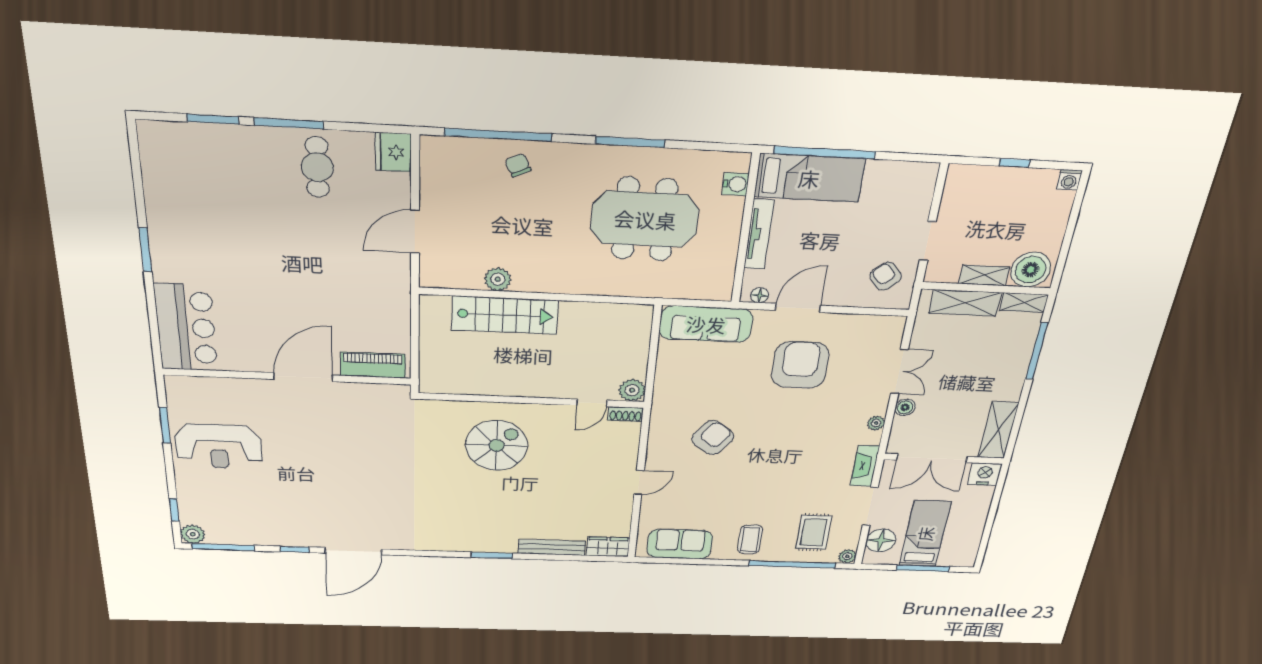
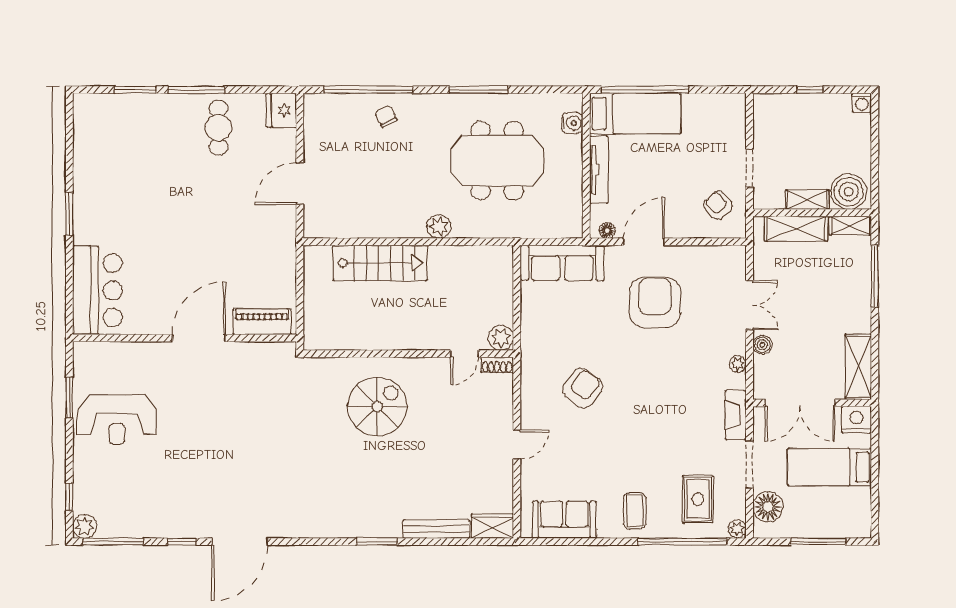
plant: (498, 279) -> (439, 227), moved
bed: (925, 534) -> (829, 467), moved, turned -90

